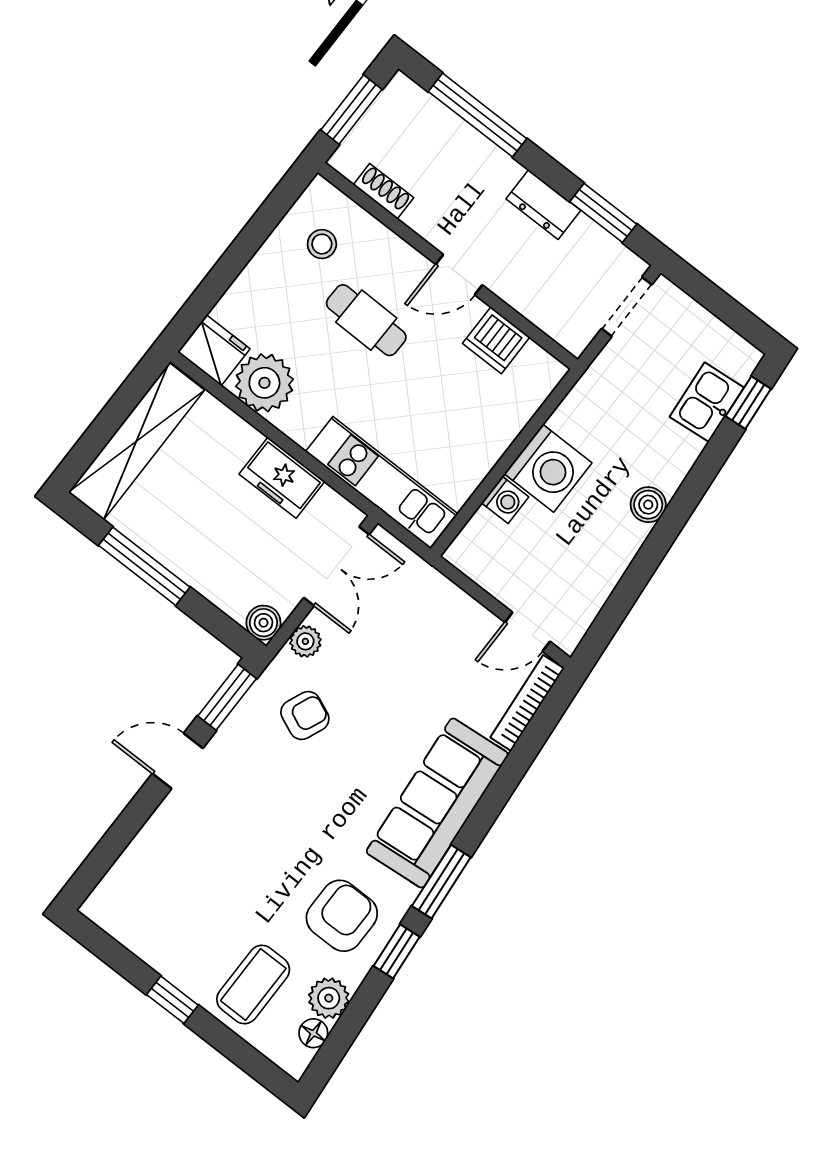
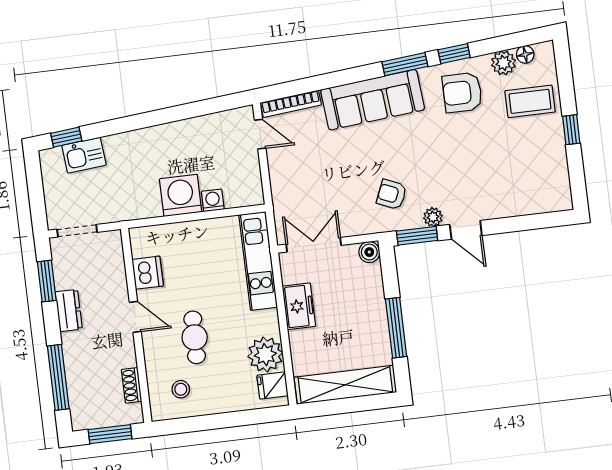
fridge: (214, 351) -> (272, 386), width x0.72
boiler: (648, 505) -> (153, 137), removed
plant: (305, 641) -> (433, 217), moved

